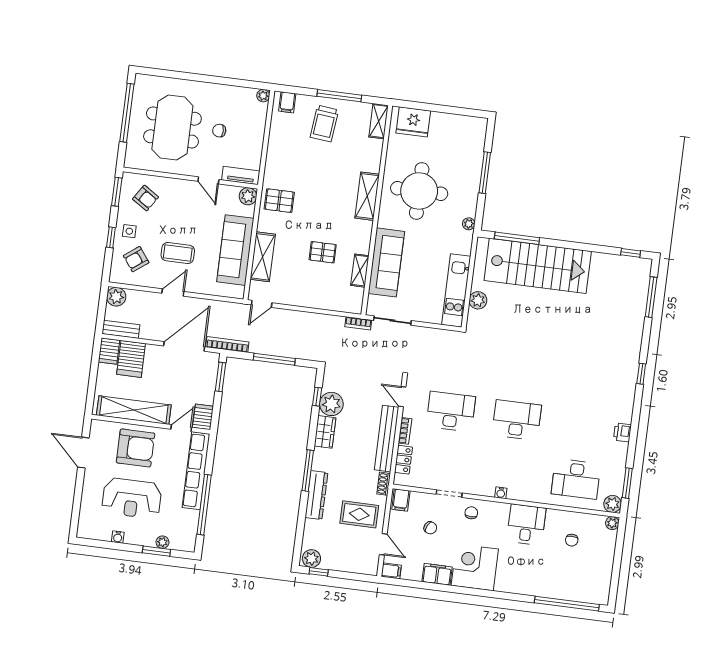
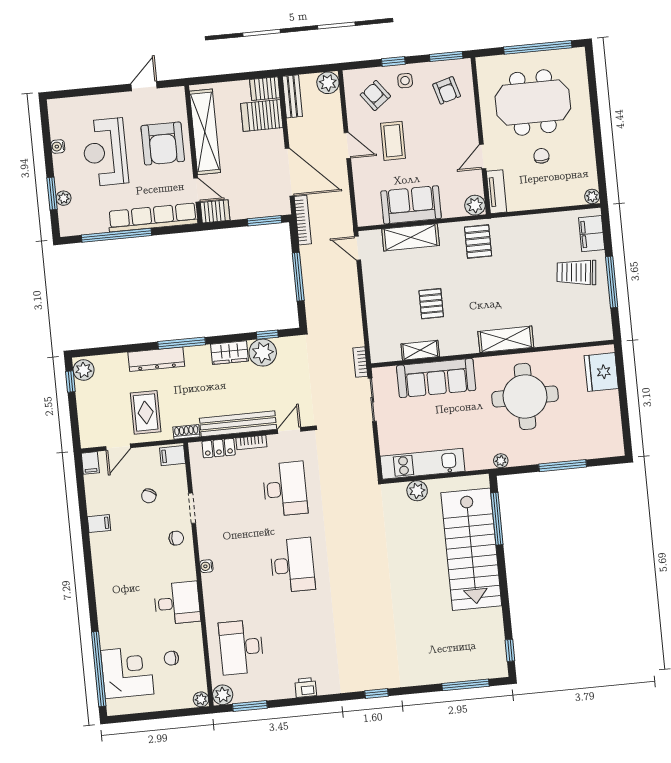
filing cabinet: (287, 102) -> (592, 234), width x2.00
shelving: (379, 121) -> (593, 333), removed
armchair: (146, 198) -> (447, 90), turned -49
sofa: (235, 250) -> (411, 205), width x0.73
door: (83, 453) -> (144, 86), width x0.73
corner desk: (475, 567) -> (127, 672), moved
filing cabinet: (437, 574) -> (99, 524), width x0.50

